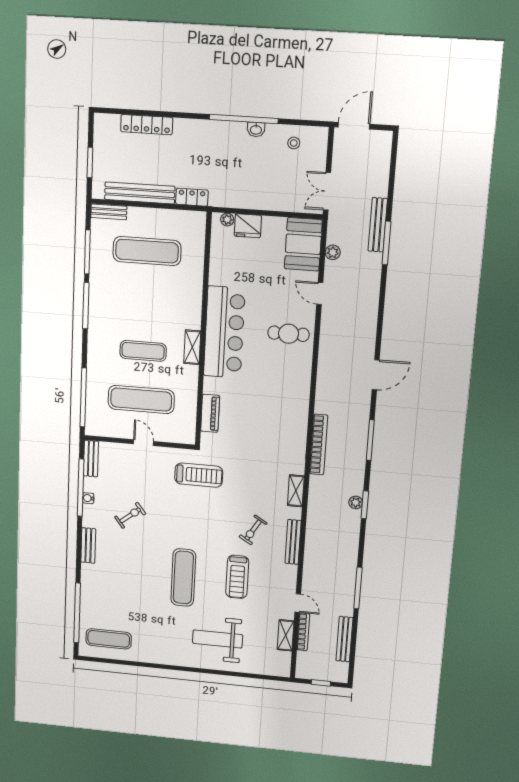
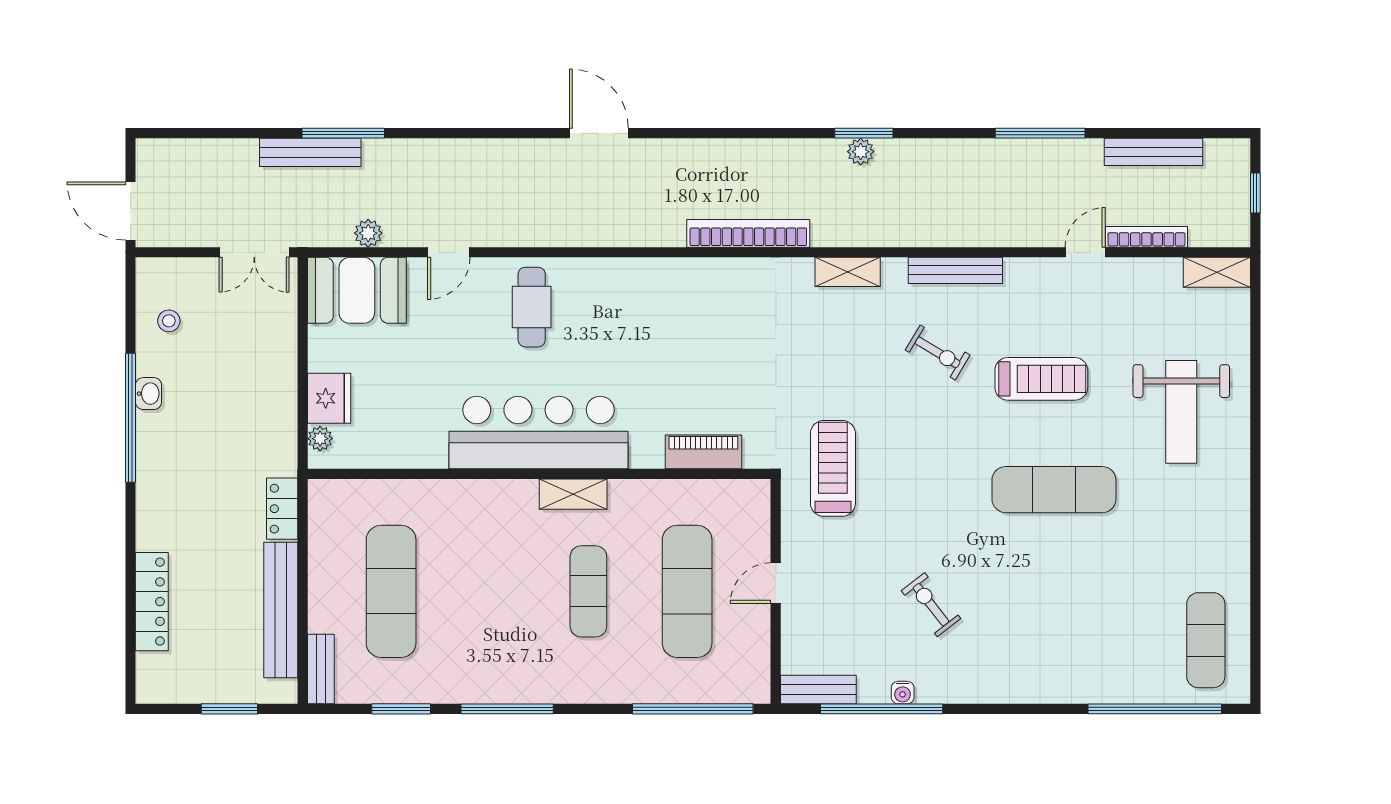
window: (87, 252) -> (401, 709), width x0.69
window: (370, 440) -> (730, 133), removed
bench: (88, 545) -> (1004, 689), removed
shelving: (286, 635) -> (1217, 272), moved

